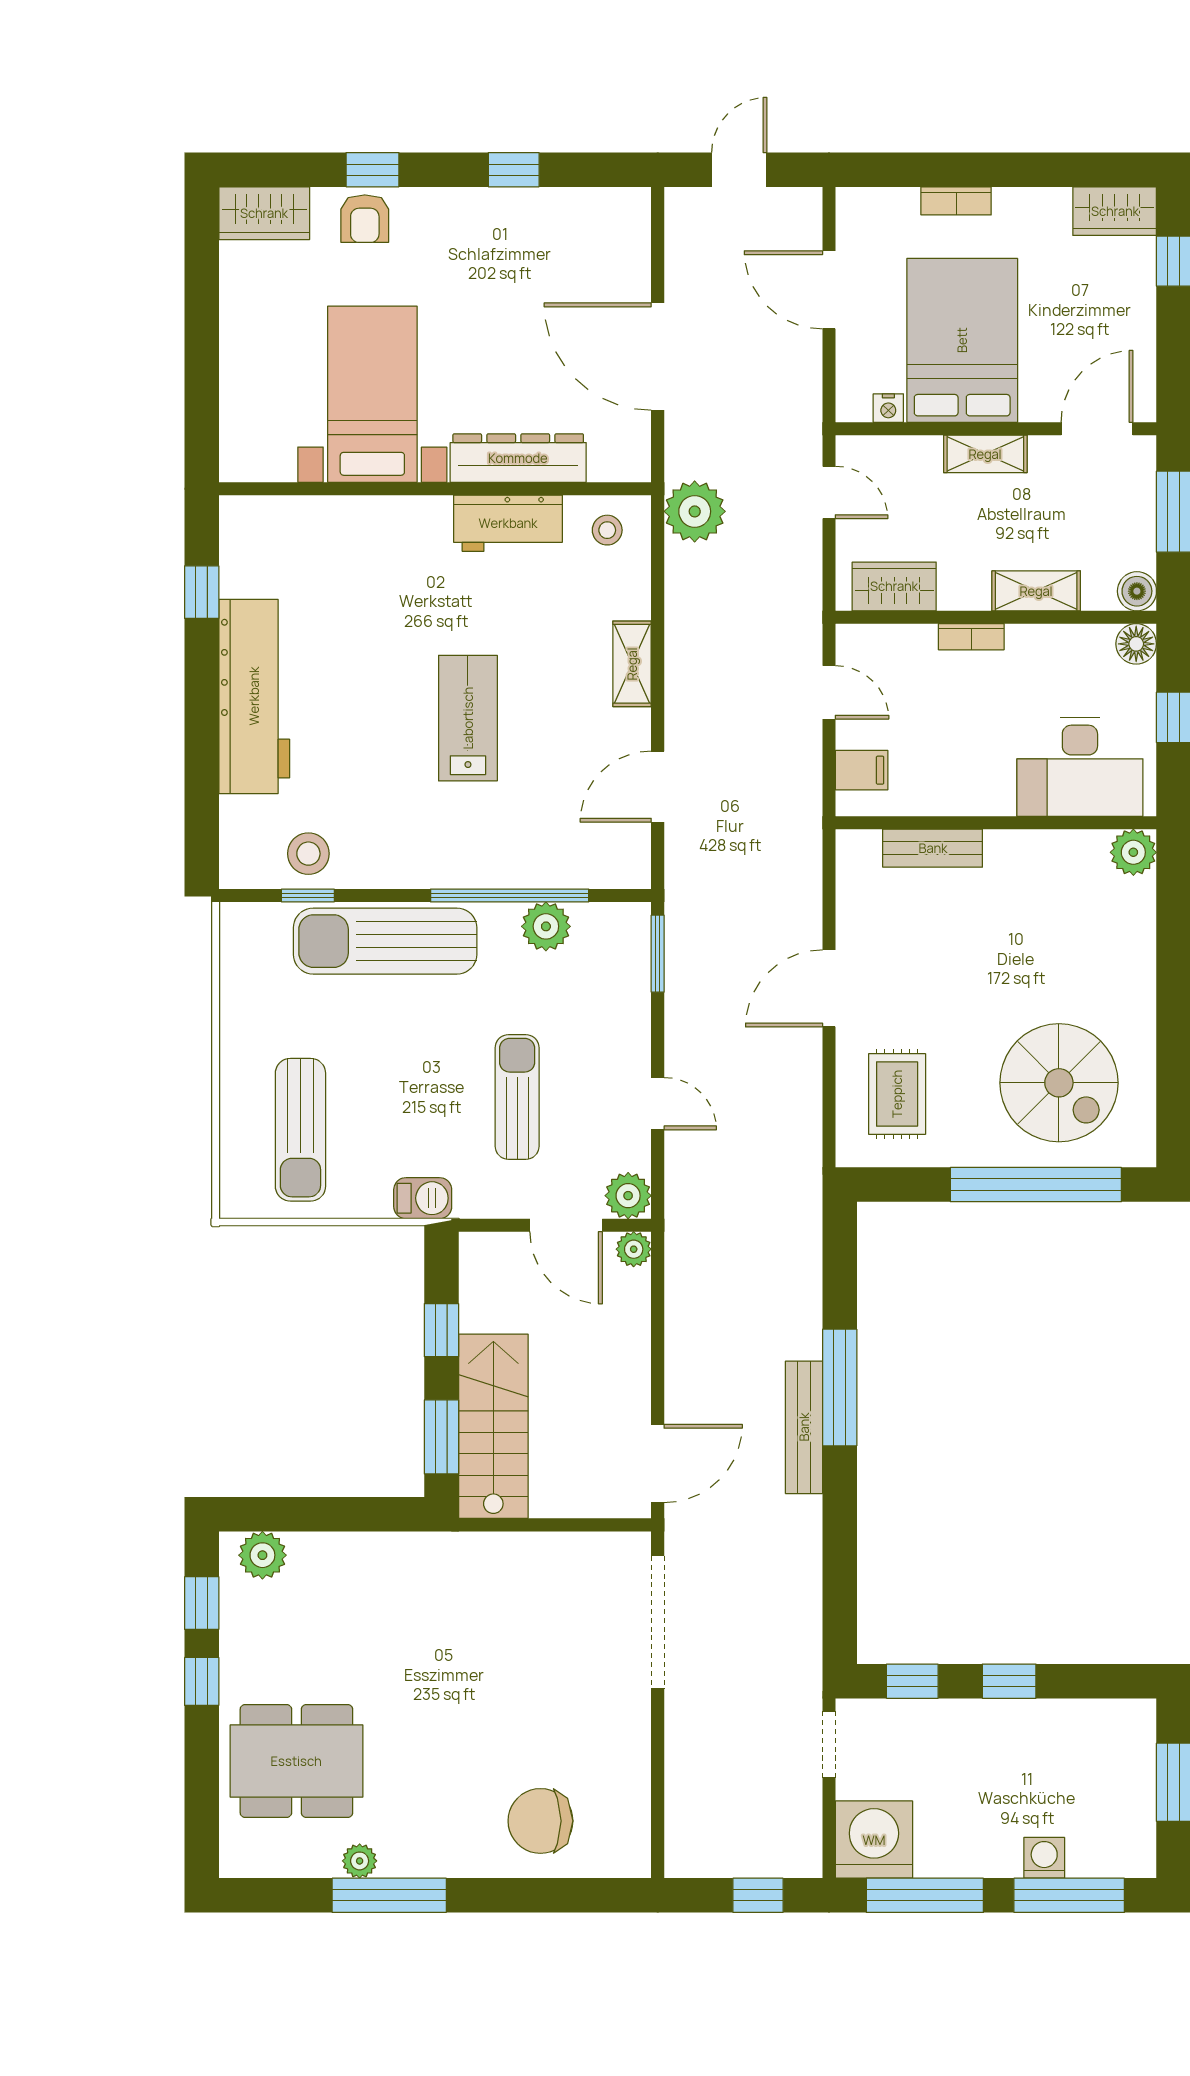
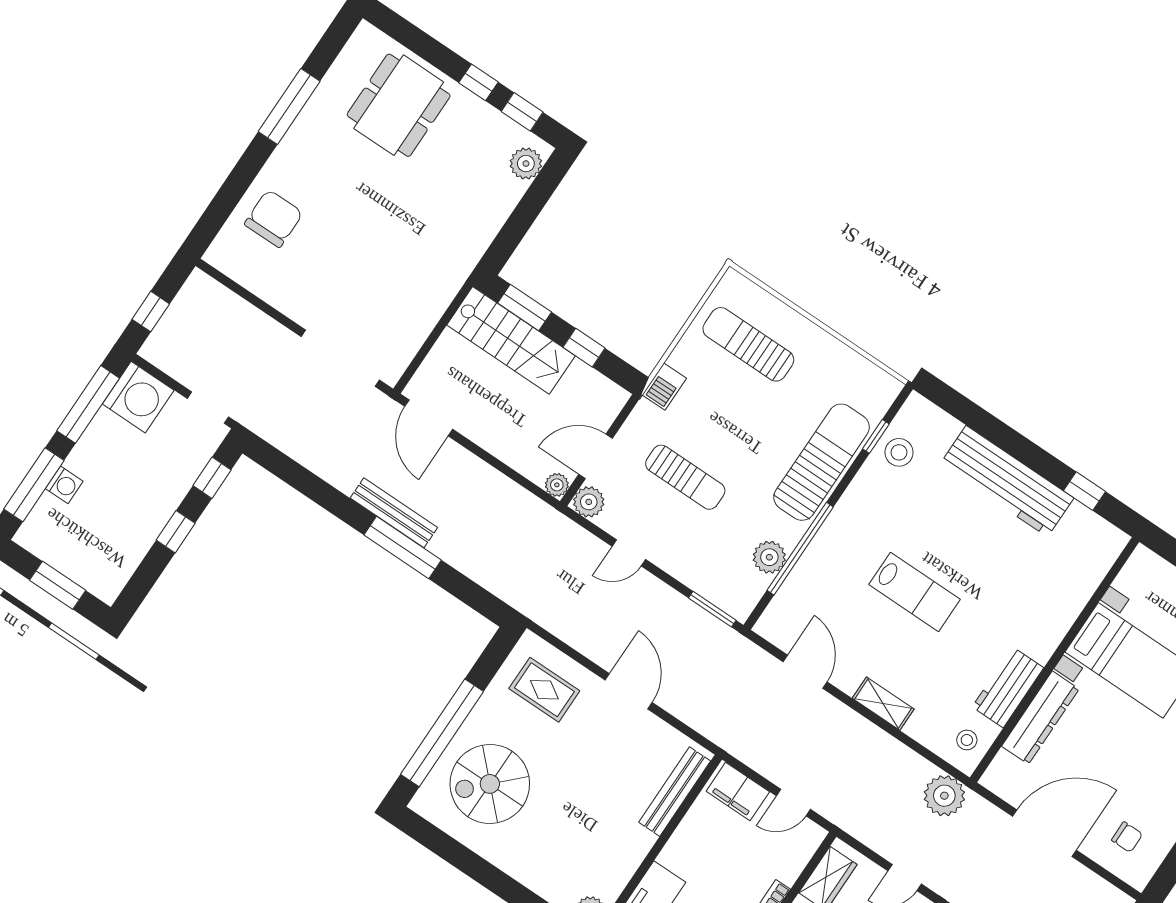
chair: (594, 251) -> (1127, 837), added
filing cabinet: (862, 770) -> (738, 791), width x2.00
bench: (933, 848) -> (675, 792), width x1.36
plant: (360, 1861) -> (319, 103), removed

